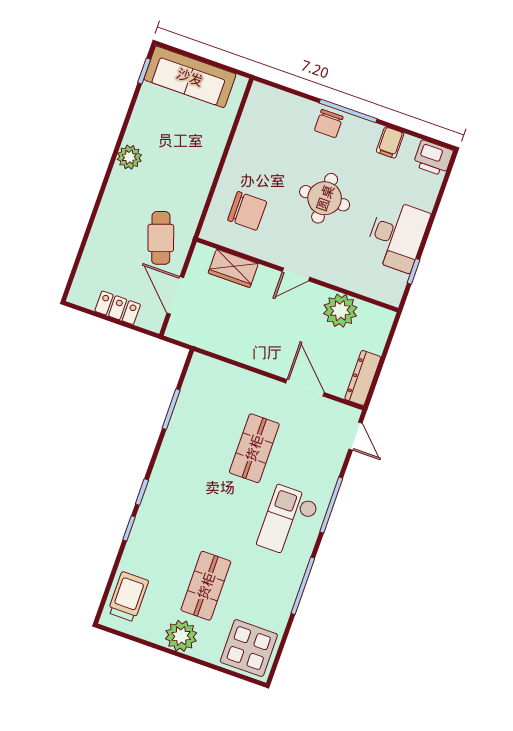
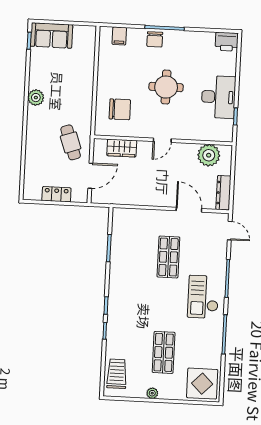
sofa: (190, 77) -> (51, 35), width x0.73
filing cabinet: (390, 143) -> (119, 36), moved
door: (175, 295) -> (90, 176), swing flipped
plant: (340, 311) -> (209, 155), moved
plant: (181, 636) -> (152, 393), width x0.53, depth x0.53

